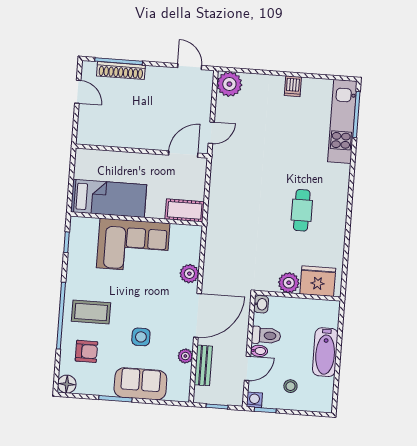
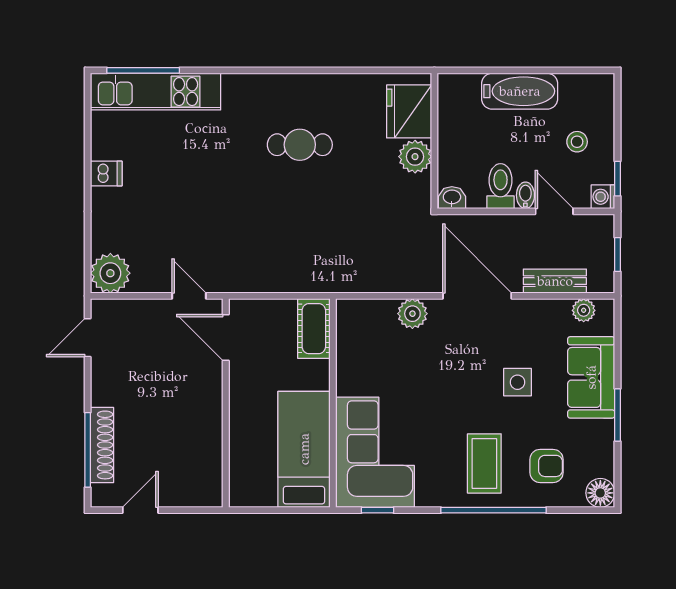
corner sofa: (133, 245) -> (375, 452), moved
armchair: (86, 351) -> (547, 466), turned 90
plant: (185, 356) -> (584, 310), moved

